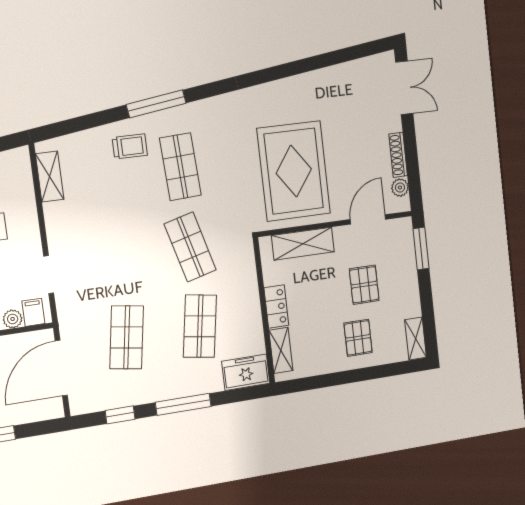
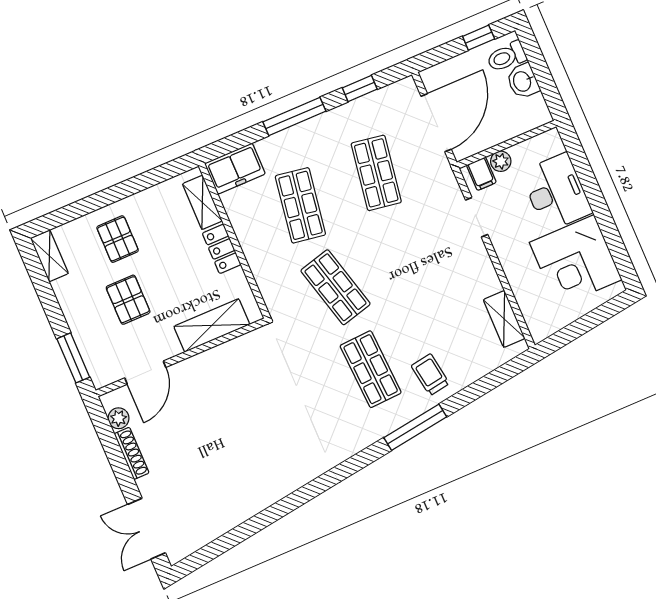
trolley: (130, 146) -> (430, 375), turned 81
rug: (294, 171) -> (245, 401), removed

